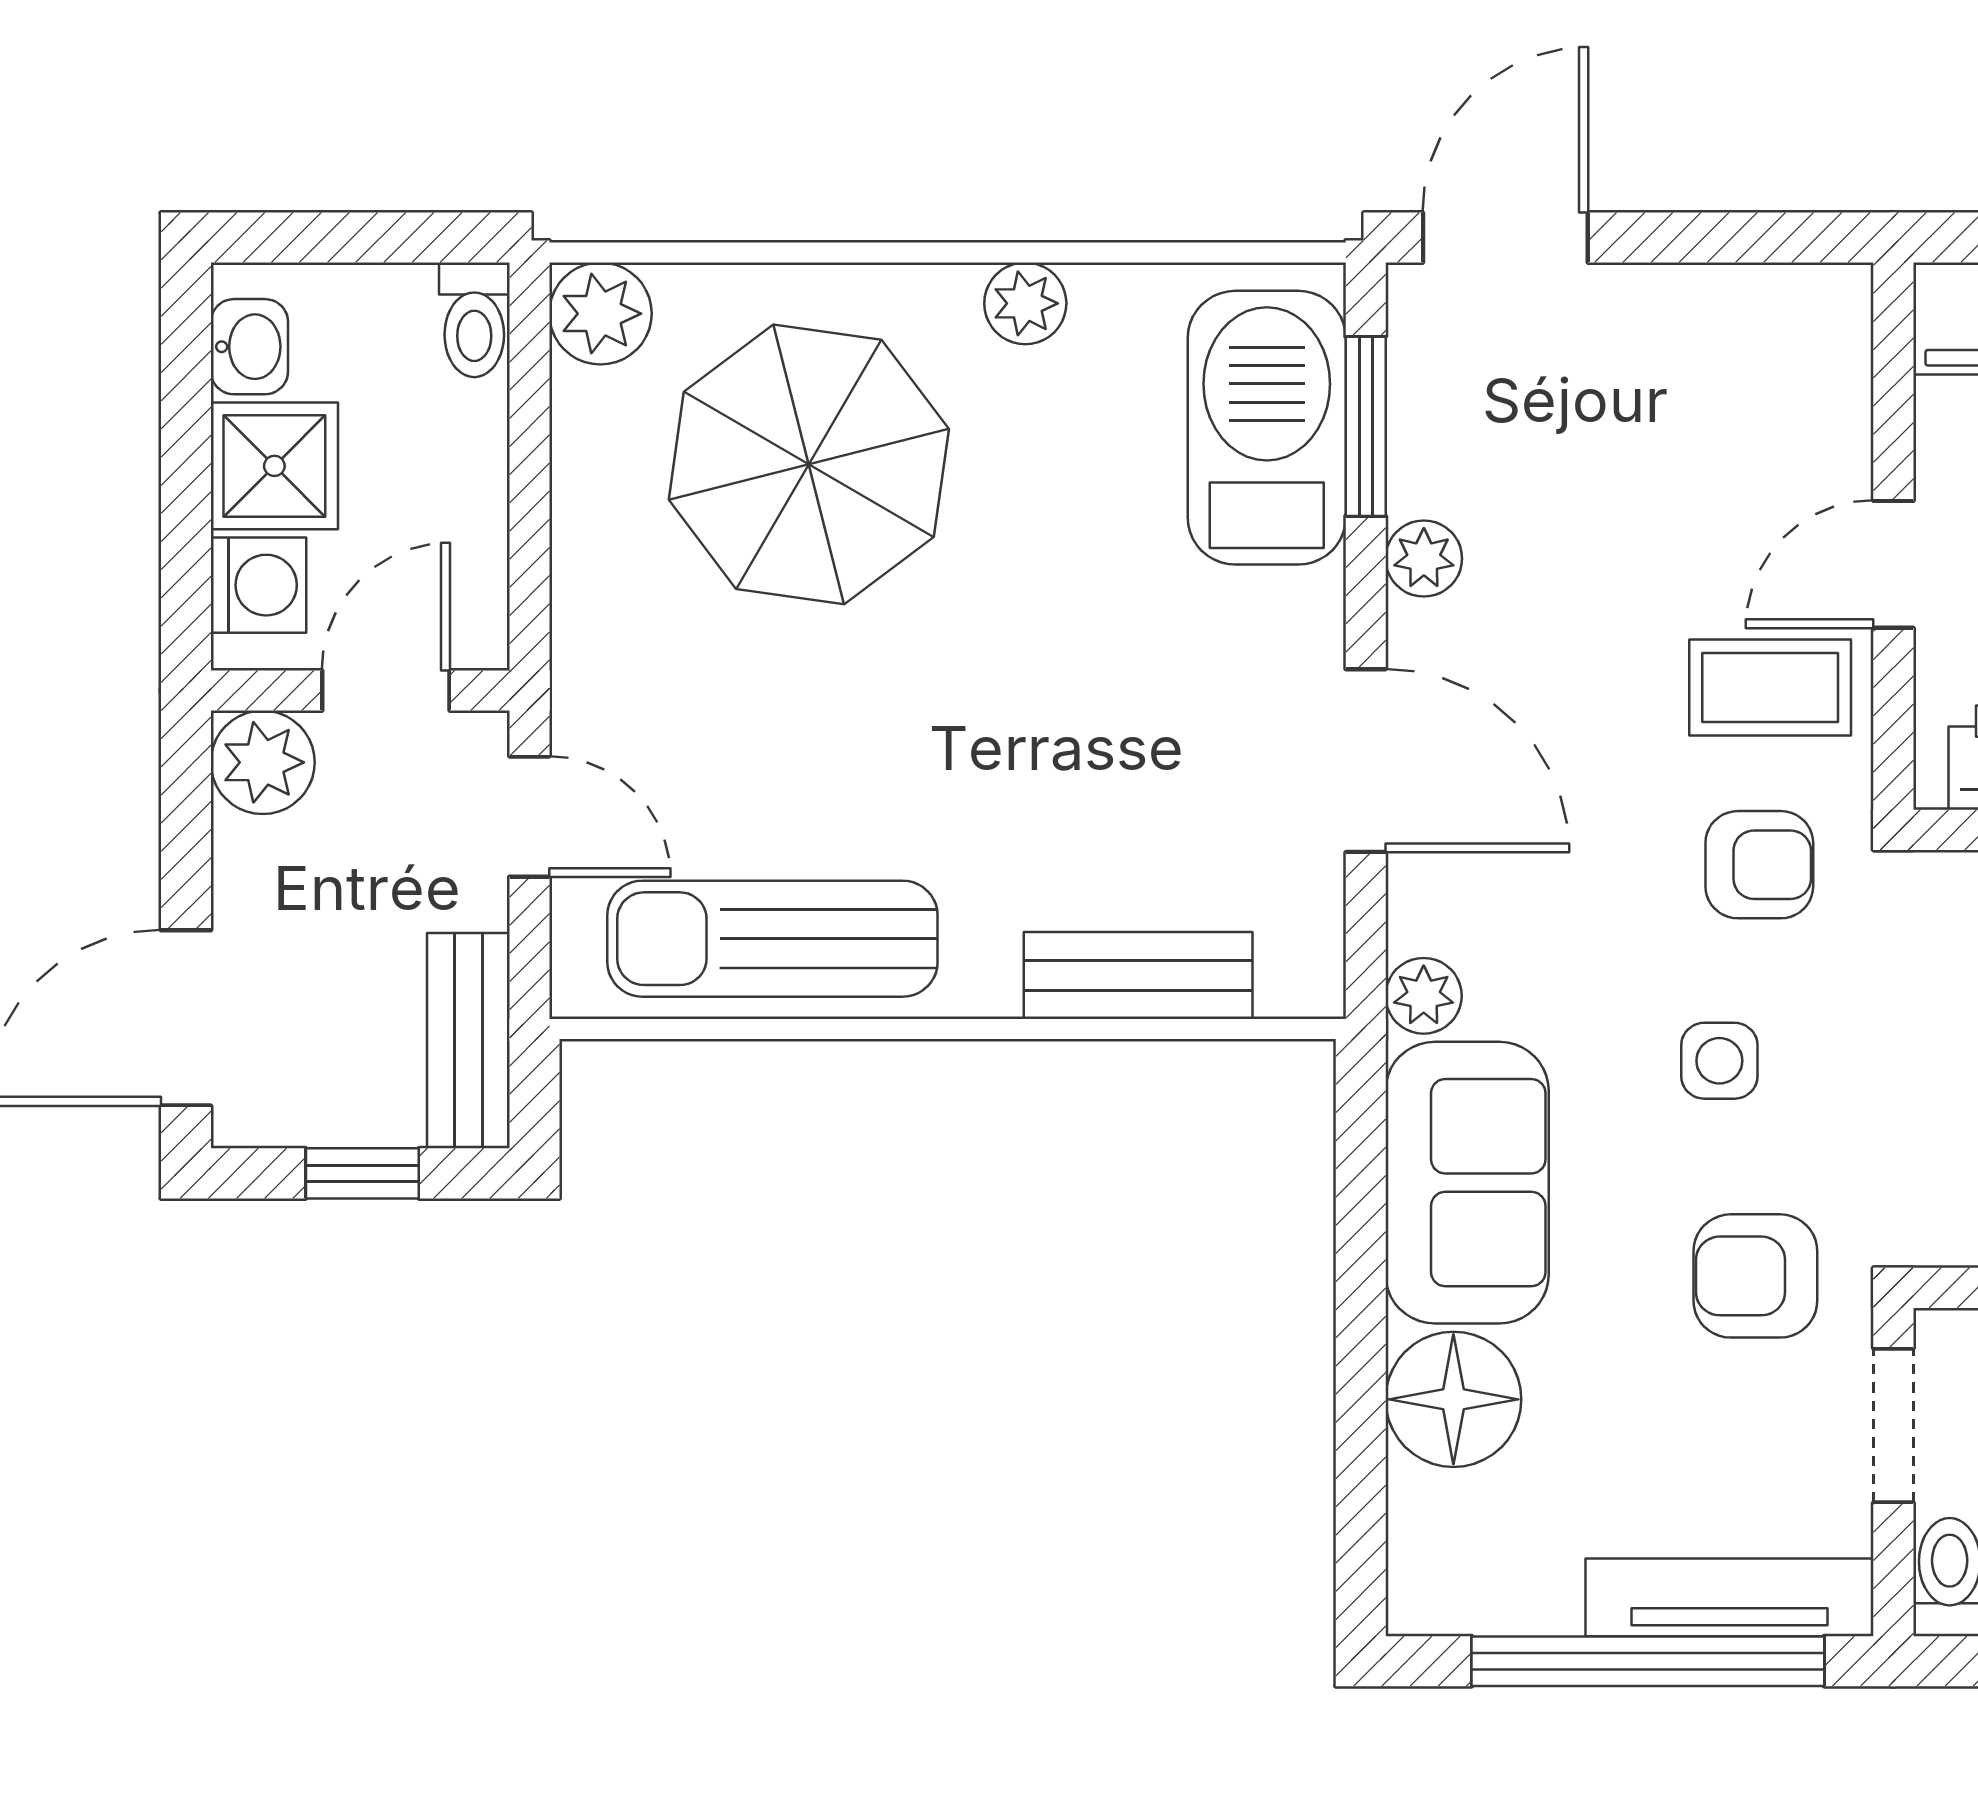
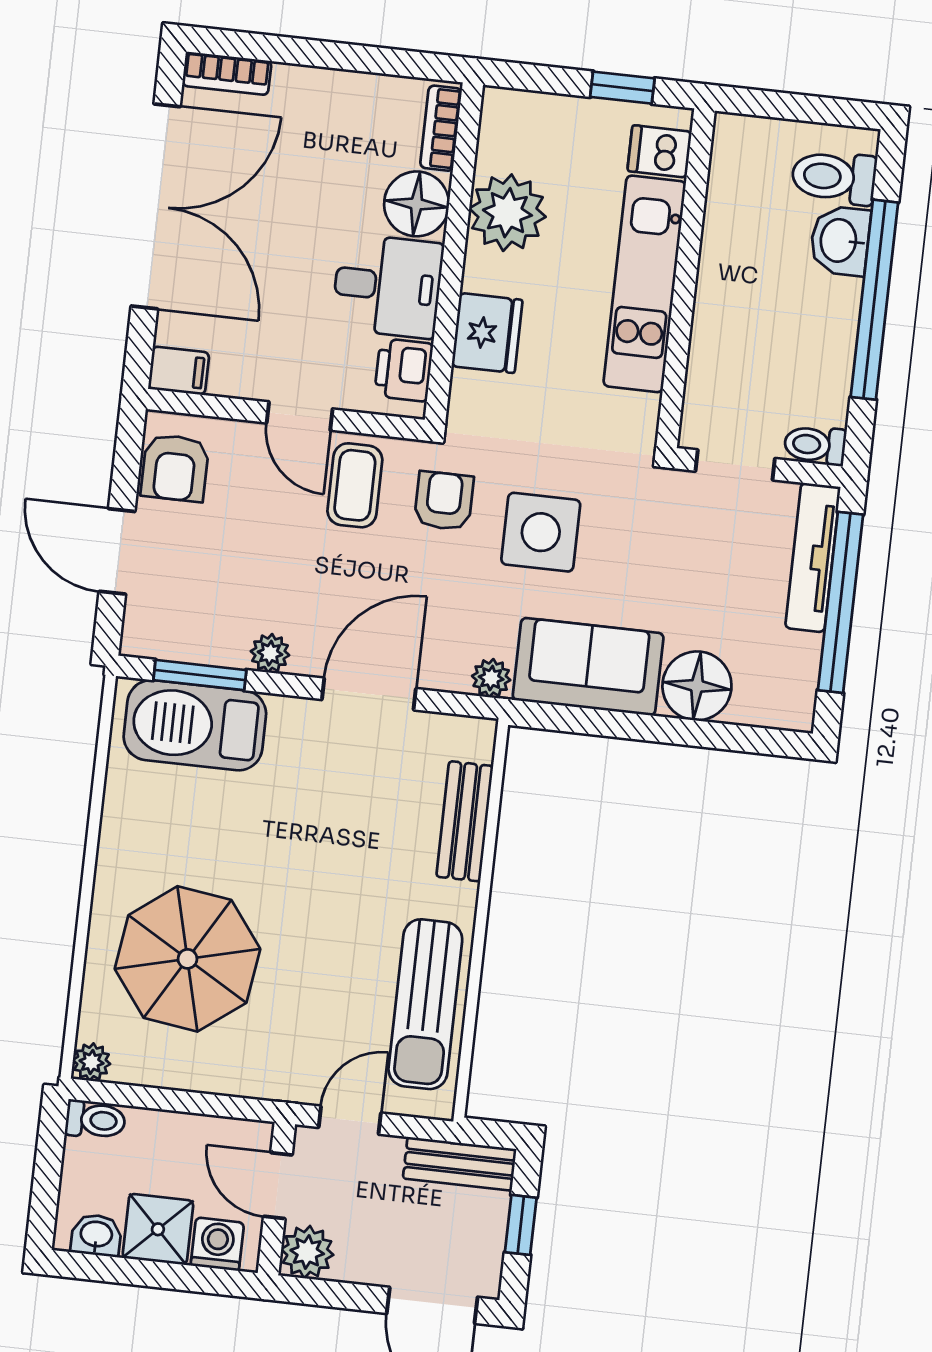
door: (1505, 238) -> (117, 551), moved
plant: (1025, 303) -> (118, 840), removed
plant: (600, 314) -> (92, 1062), width x0.73, depth x0.73
side table: (1719, 1061) -> (541, 532), width x1.87, depth x1.87
armchair: (1755, 1276) -> (175, 468), moved

